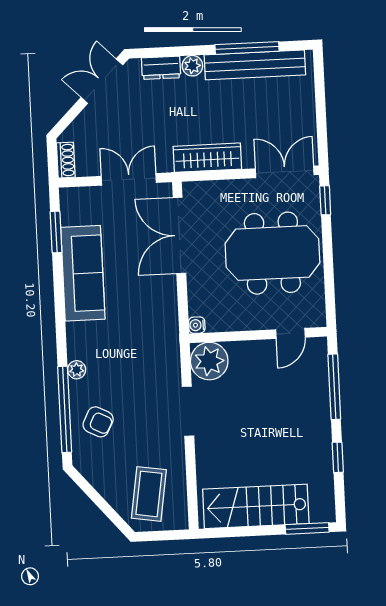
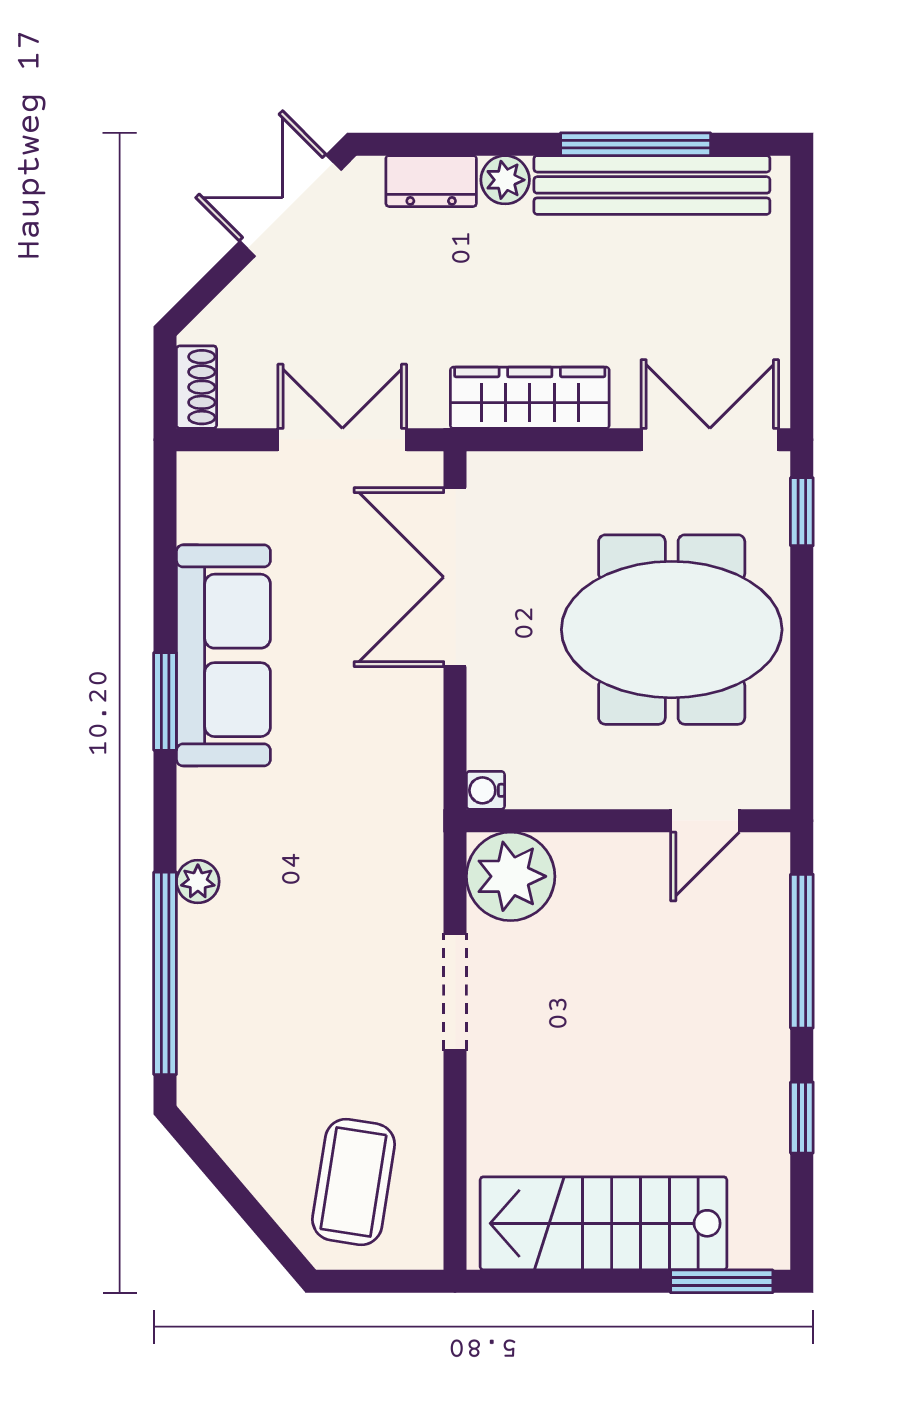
window: (56, 232) -> (165, 701), moved
armchair: (98, 422) -> (242, 1007), removed

